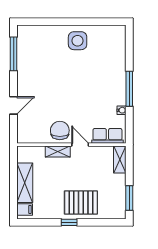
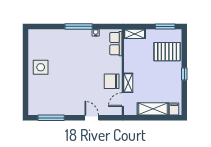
door: (80, 145) -> (123, 100), moved
pallet: (81, 202) -> (167, 52), moved, turned 90

